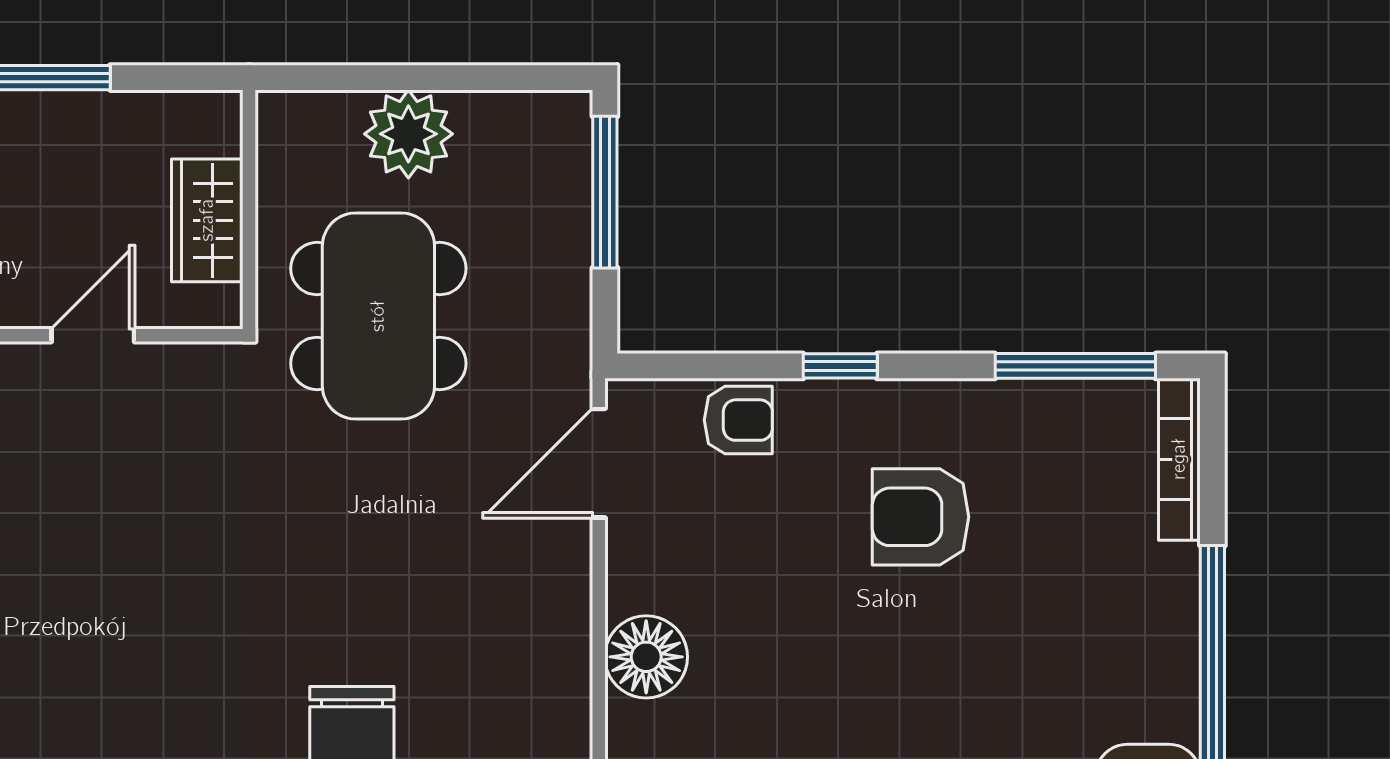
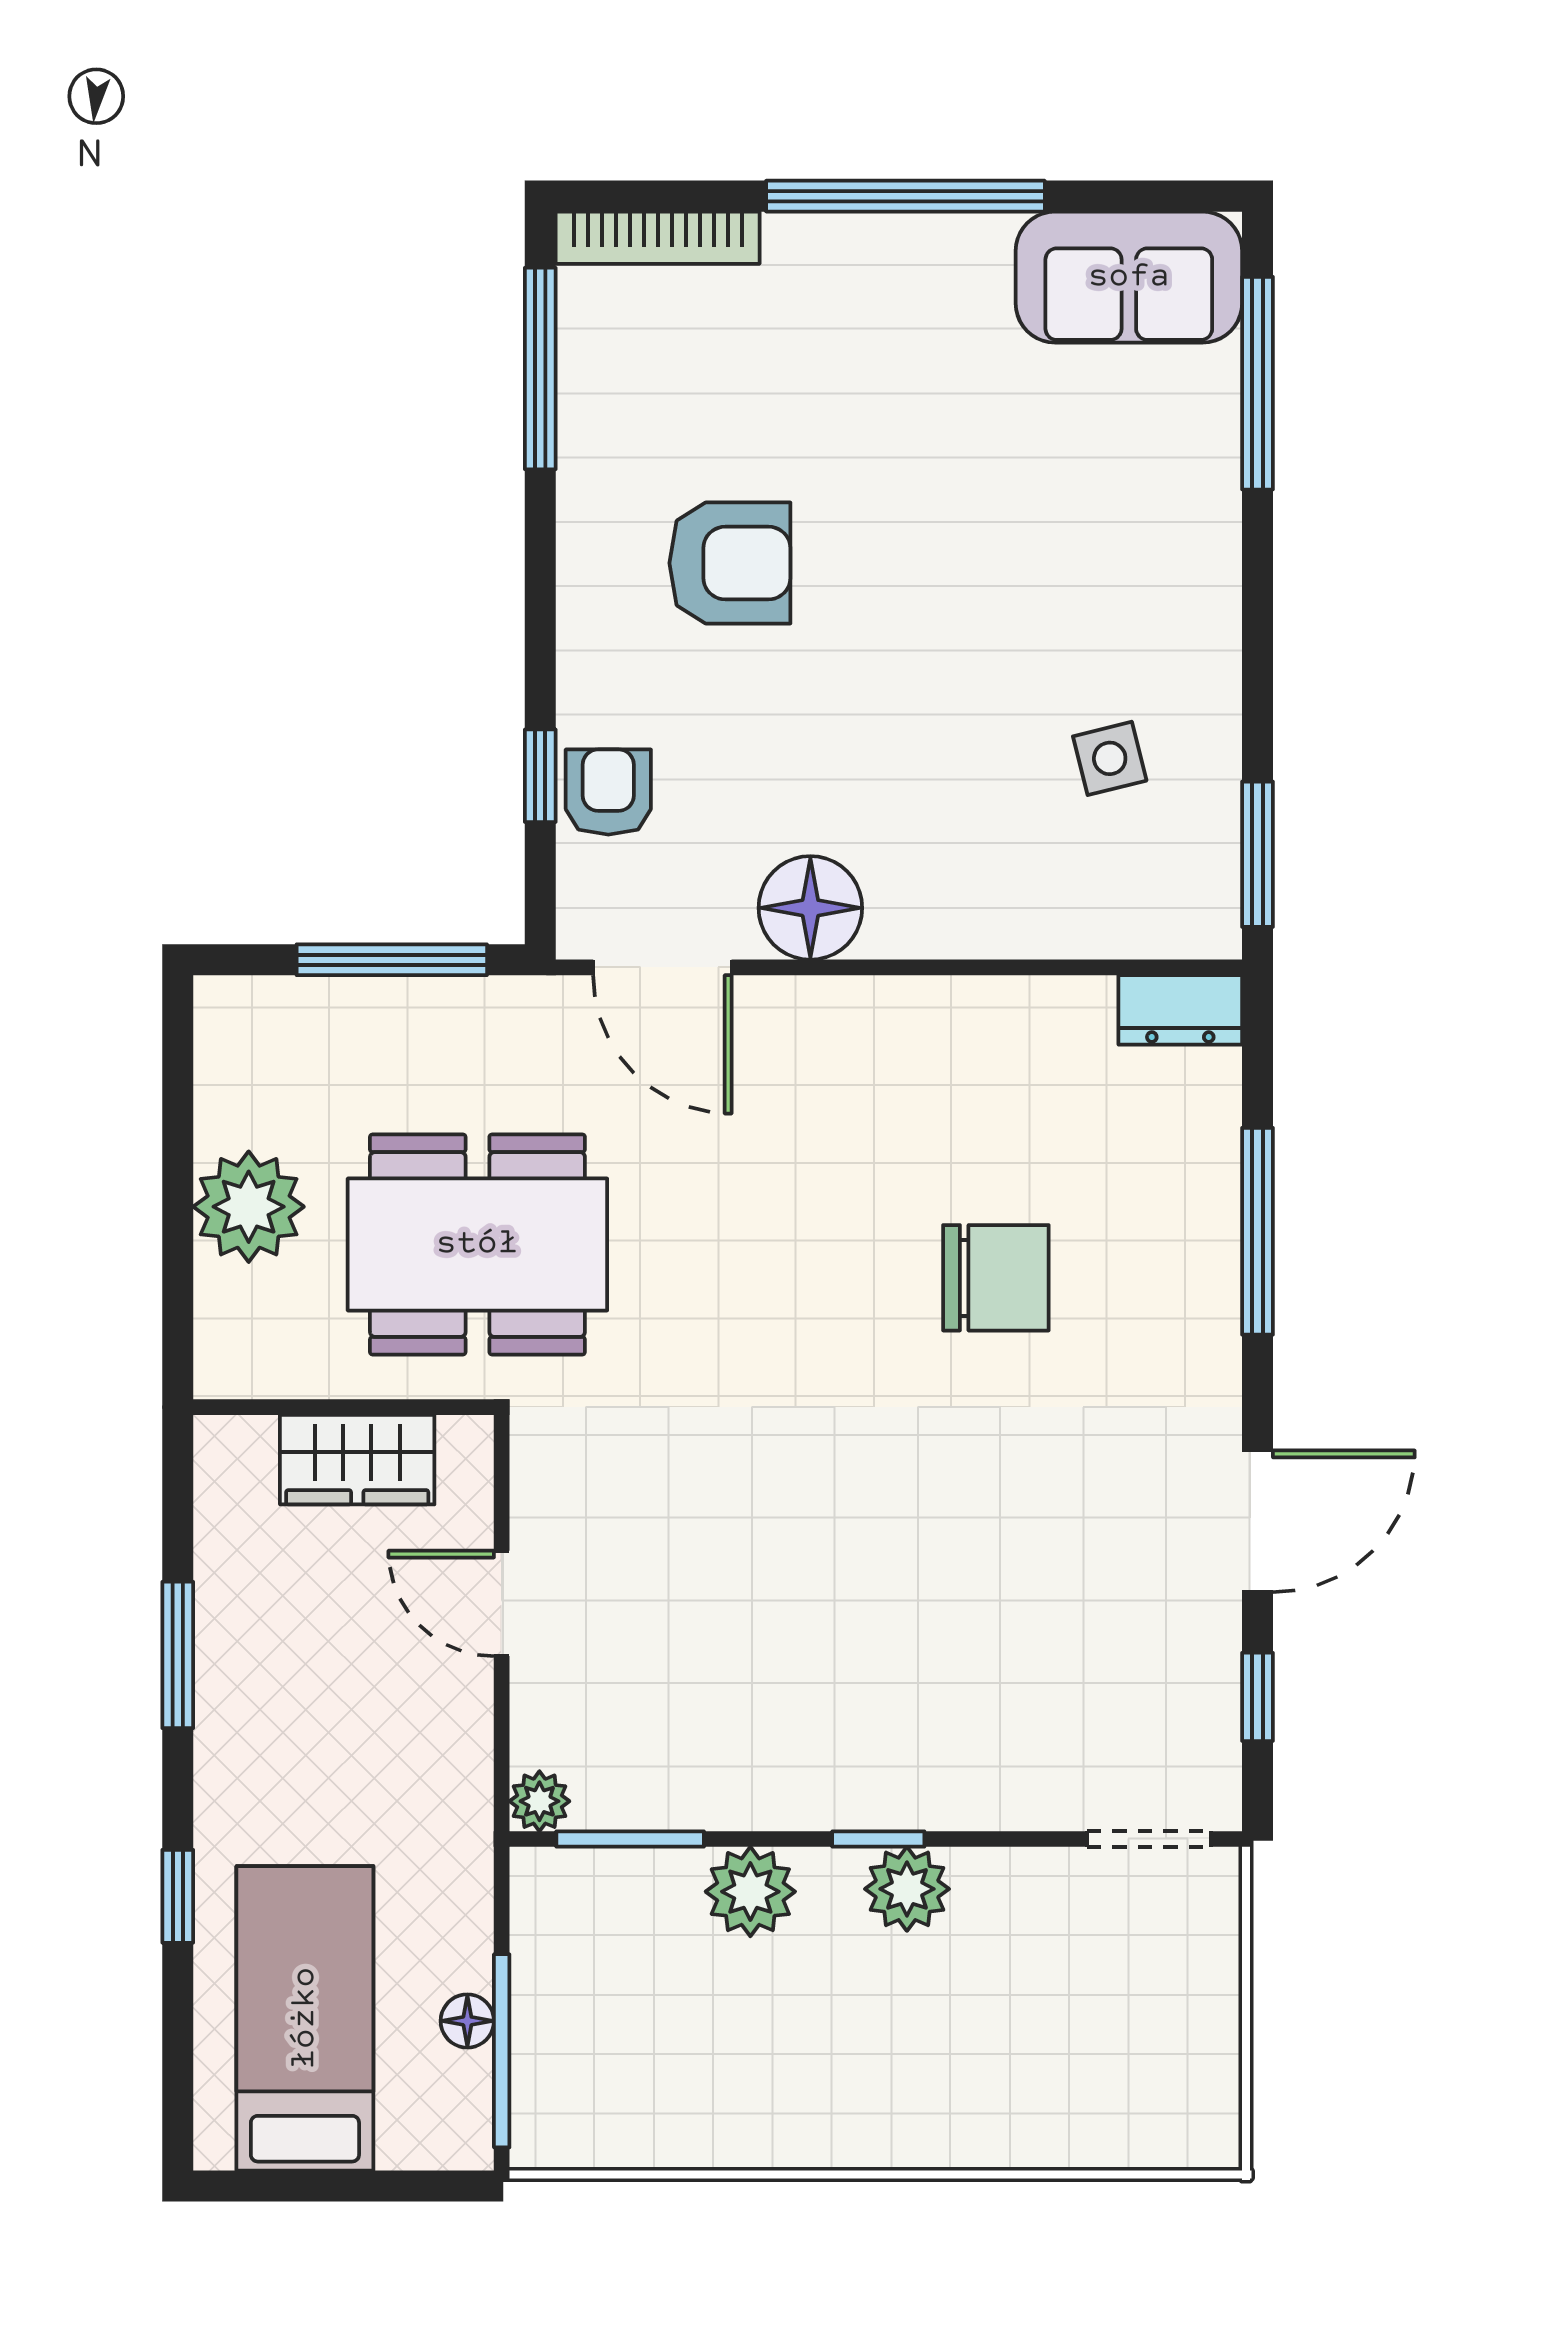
window: (605, 192) -> (392, 960), moved
window: (840, 366) -> (540, 776), moved
armchair: (921, 517) -> (730, 563), turned -90
floor lamp: (646, 657) -> (810, 908), moved

